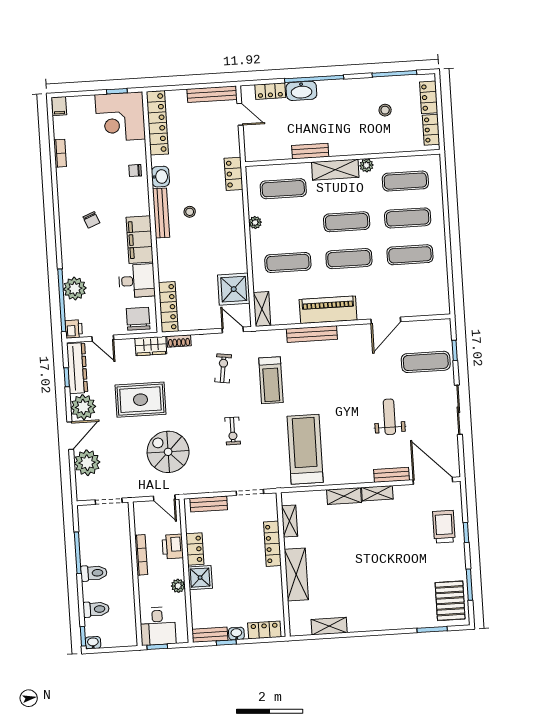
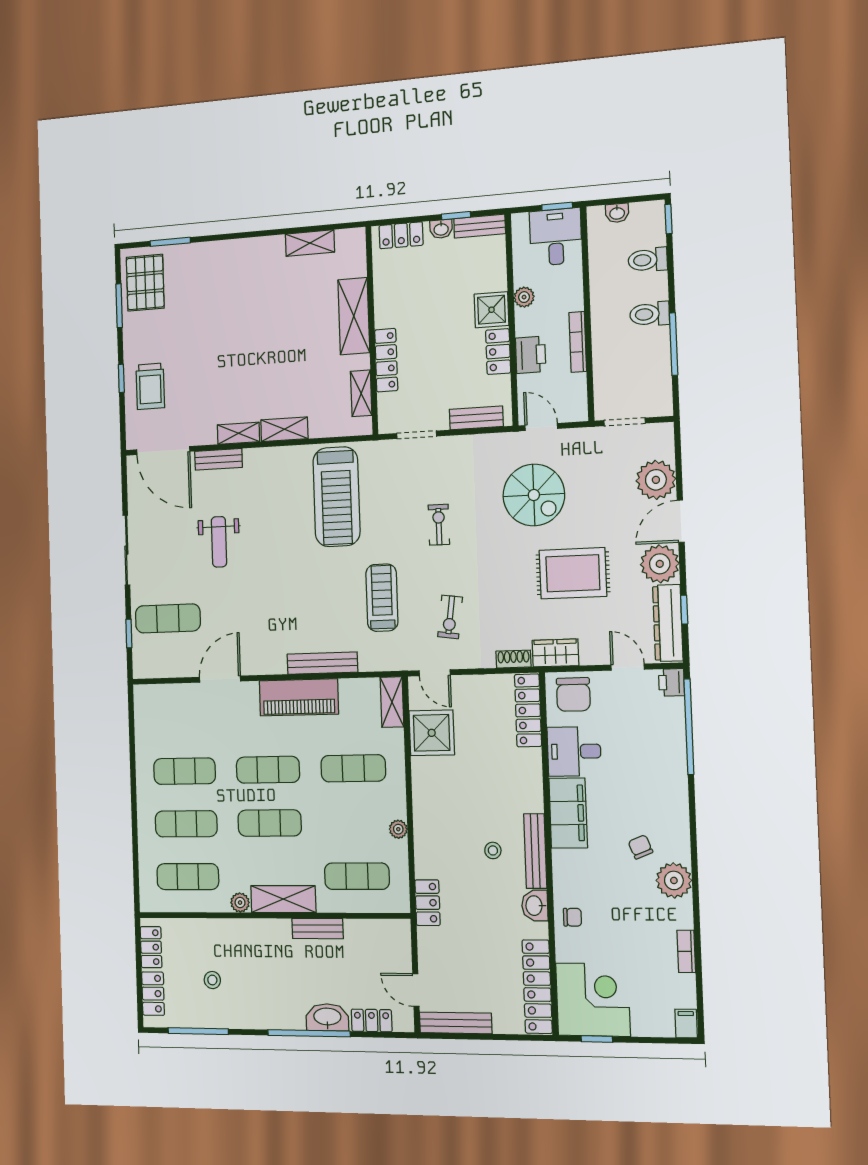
plant: (75, 289) -> (674, 880), moved
washbasin: (93, 643) -> (617, 213), moved

